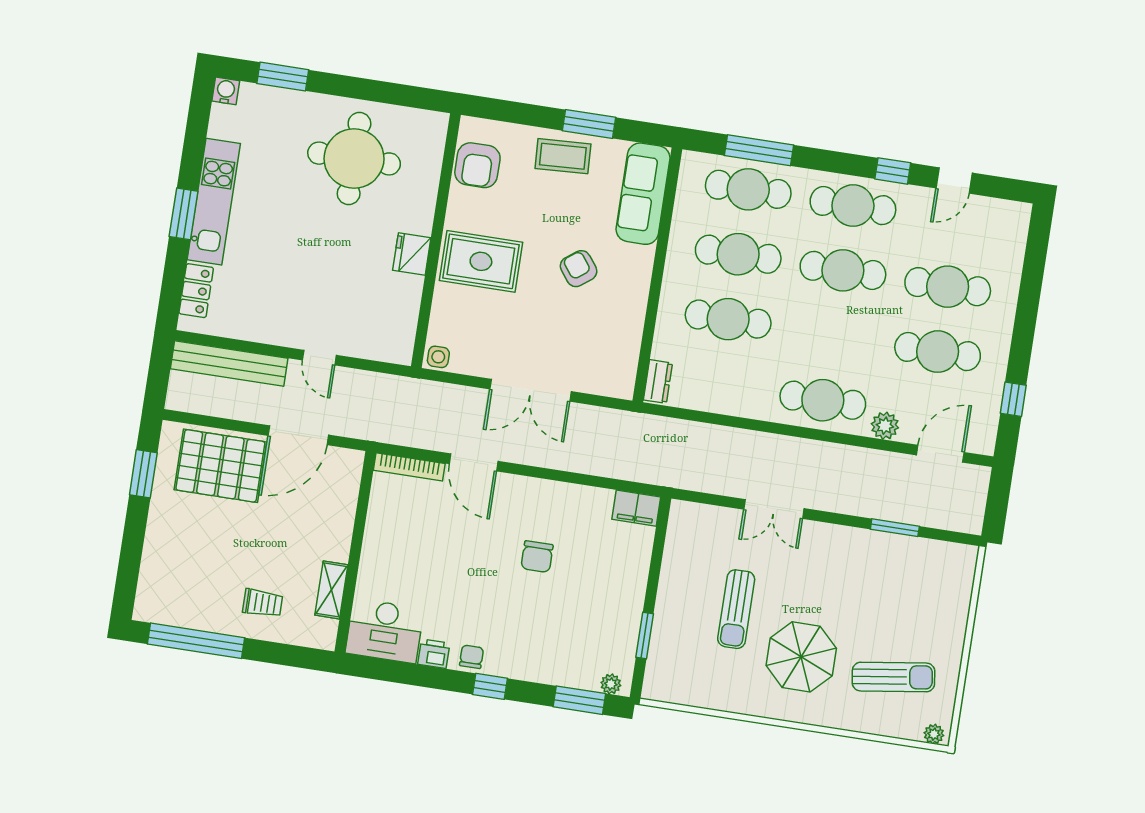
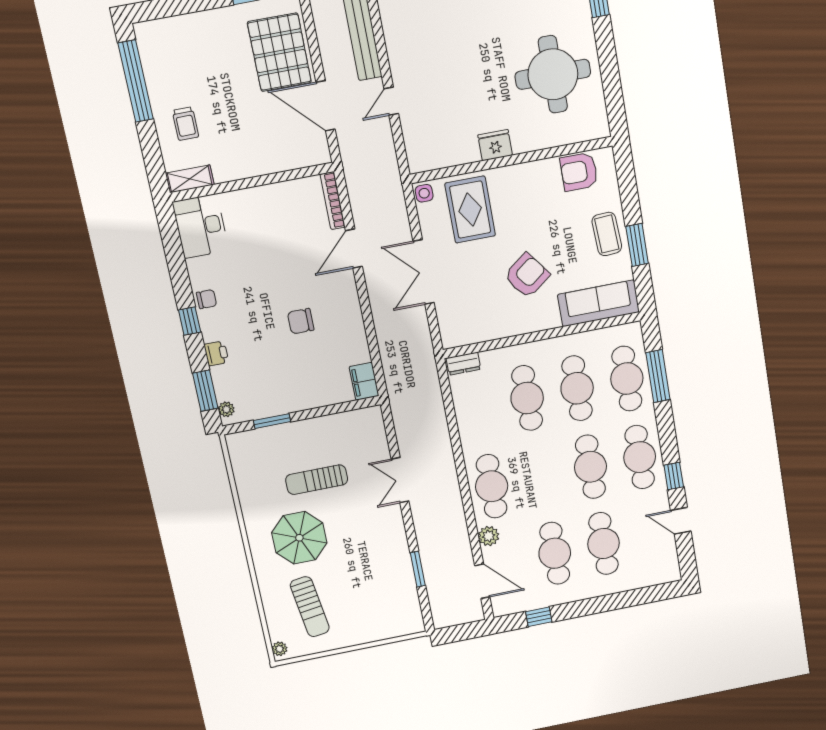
rug: (481, 261) -> (470, 210), moved
armchair: (579, 269) -> (527, 275), width x1.38, depth x1.38
shelving: (331, 590) -> (190, 179), moved
printer: (434, 654) -> (216, 353), moved

